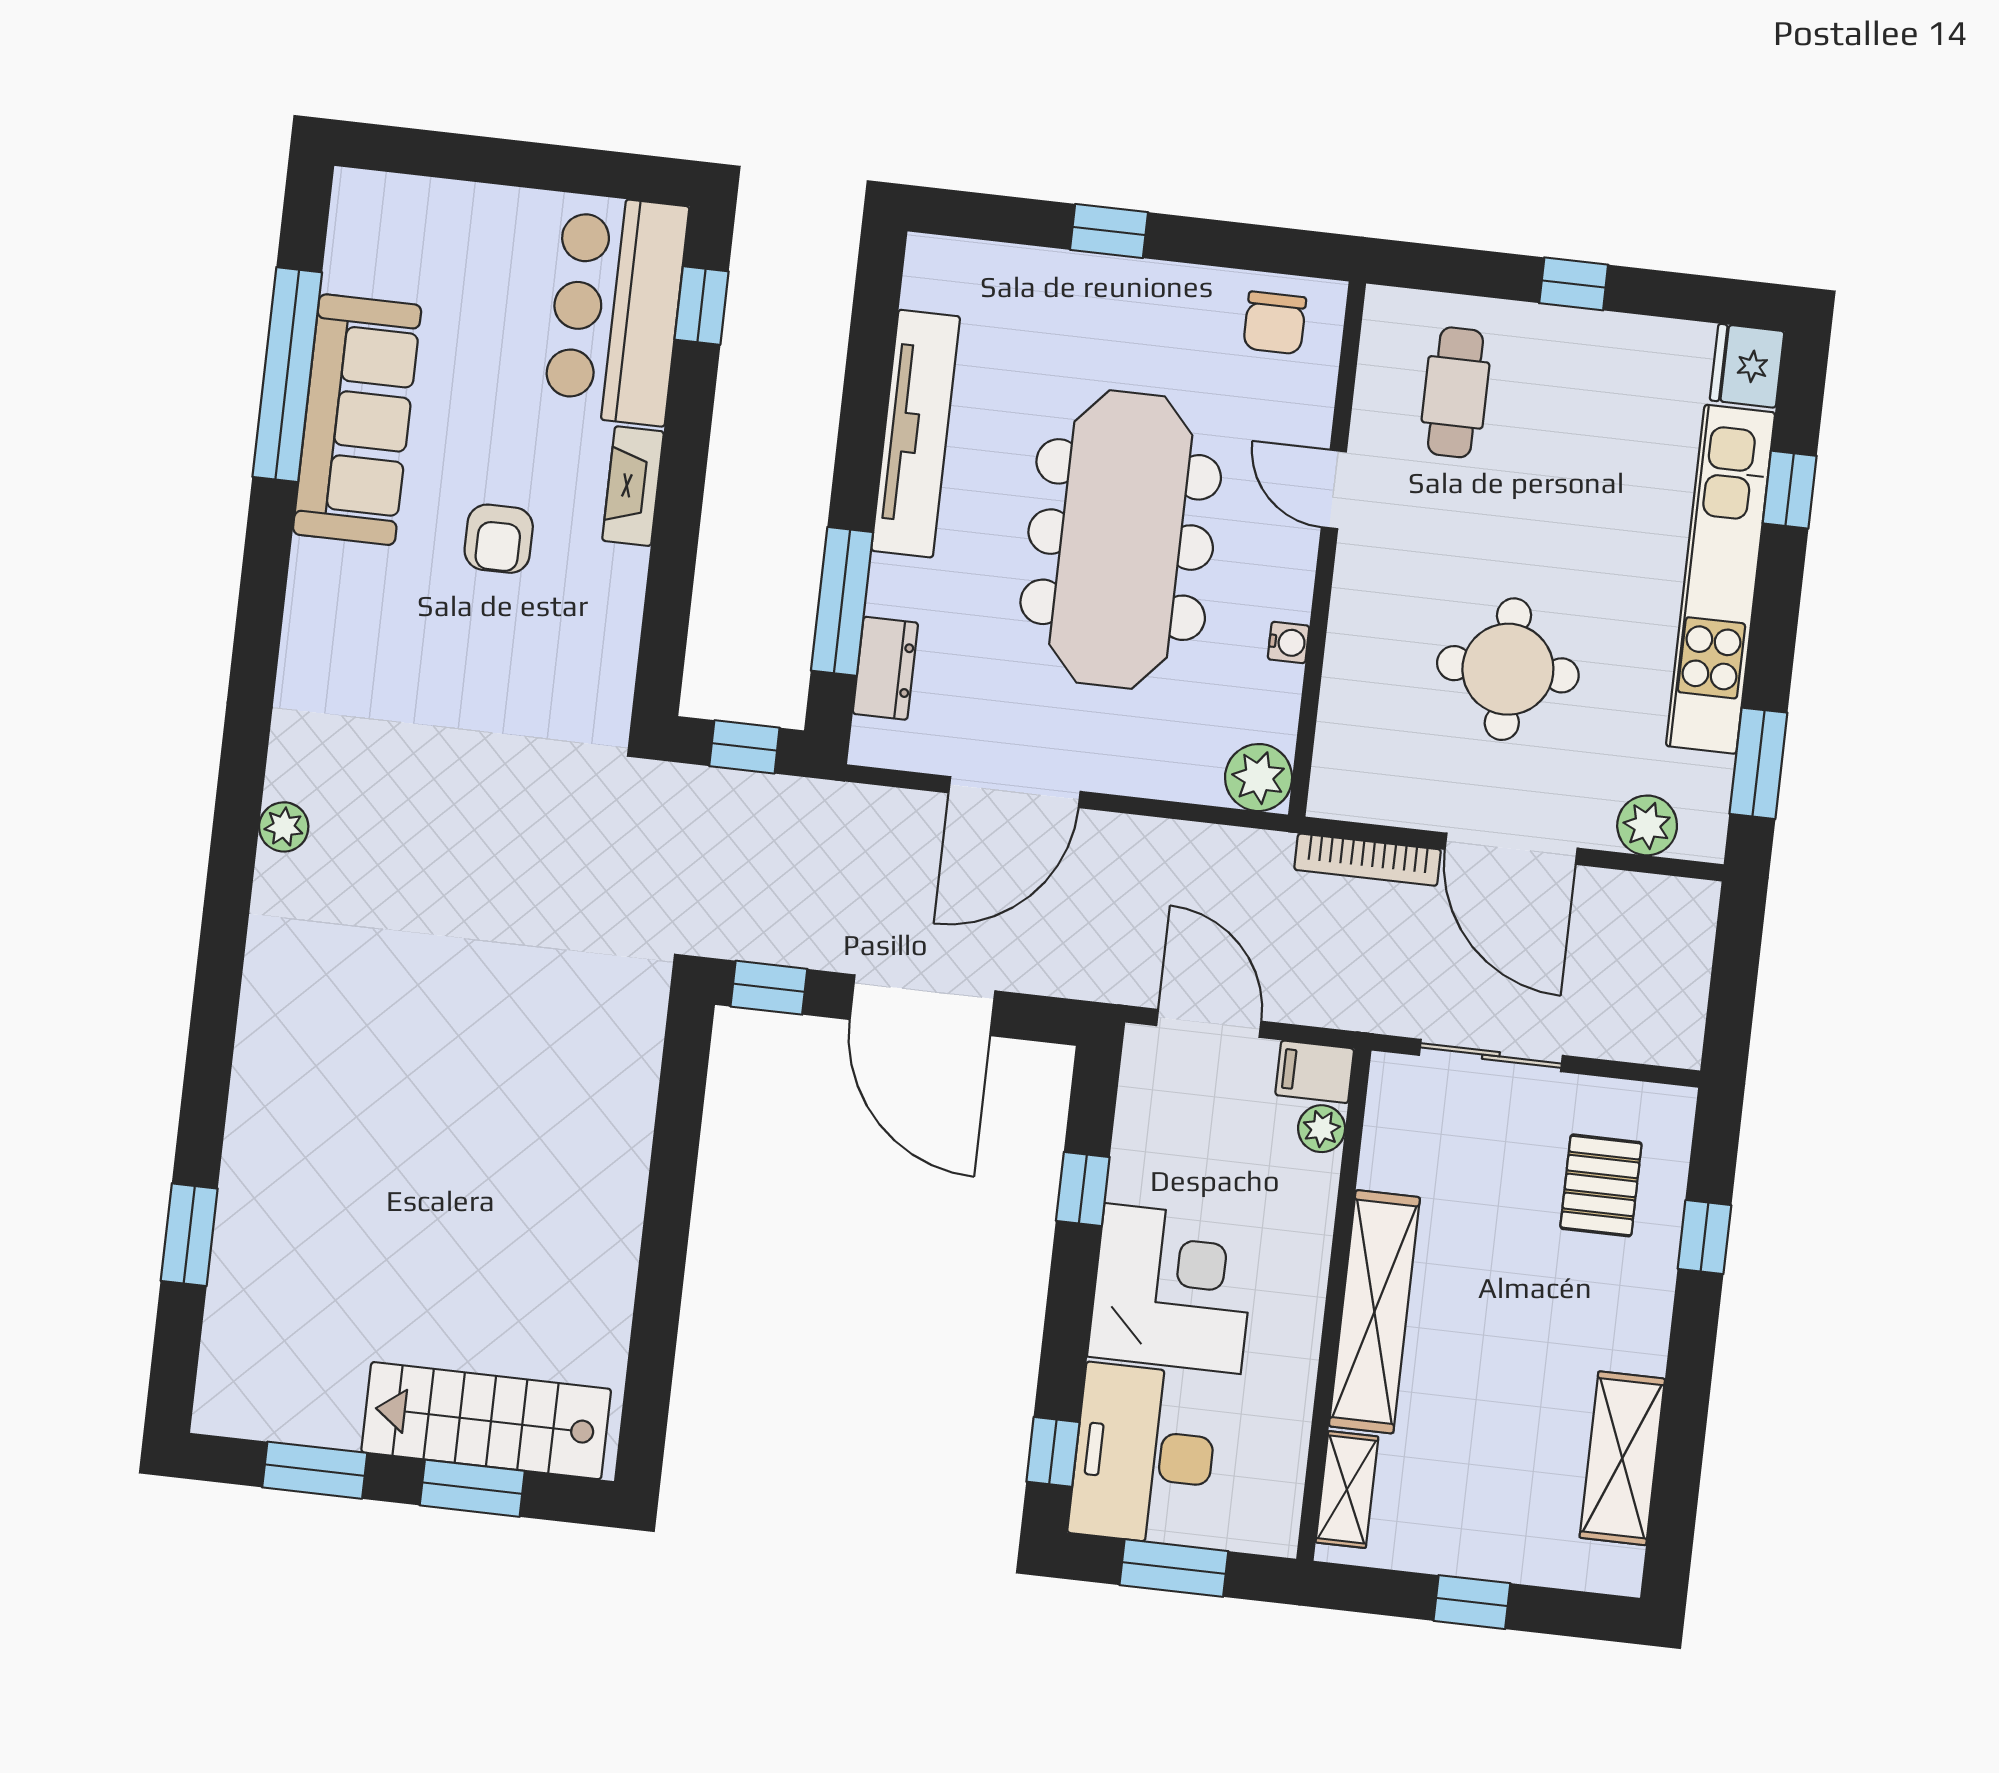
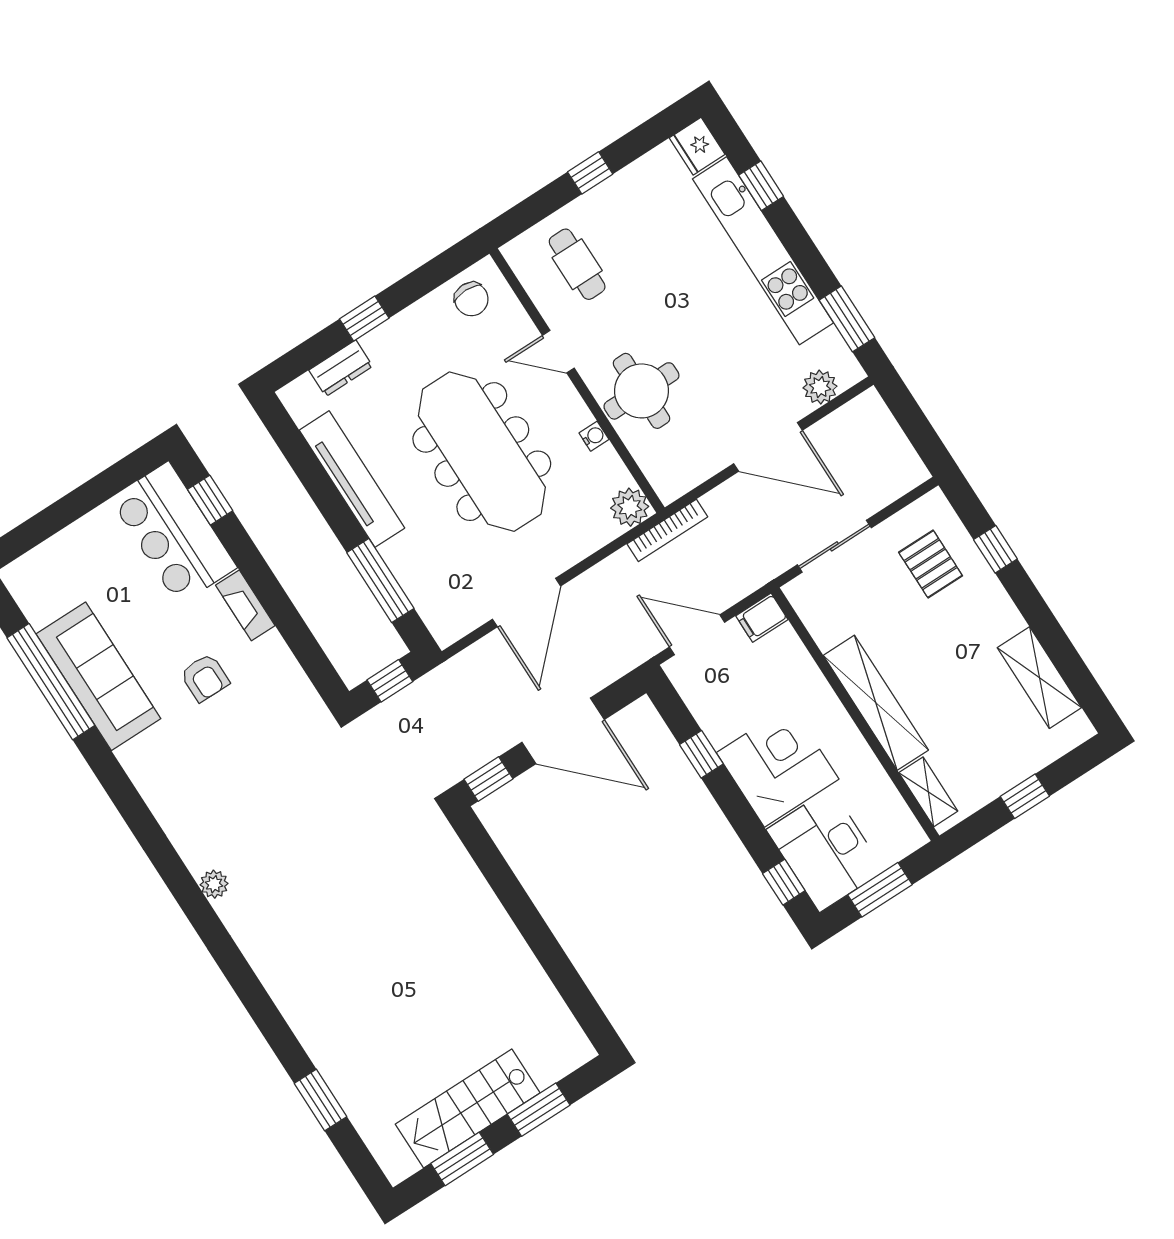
dresser: (885, 668) -> (341, 368), moved, turned 90
round table: (1508, 669) -> (641, 391), moved
bookcase: (1368, 860) -> (667, 530), moved
plant: (1322, 1129) -> (786, 640), removed
stairs: (486, 1421) -> (468, 1108), moved

